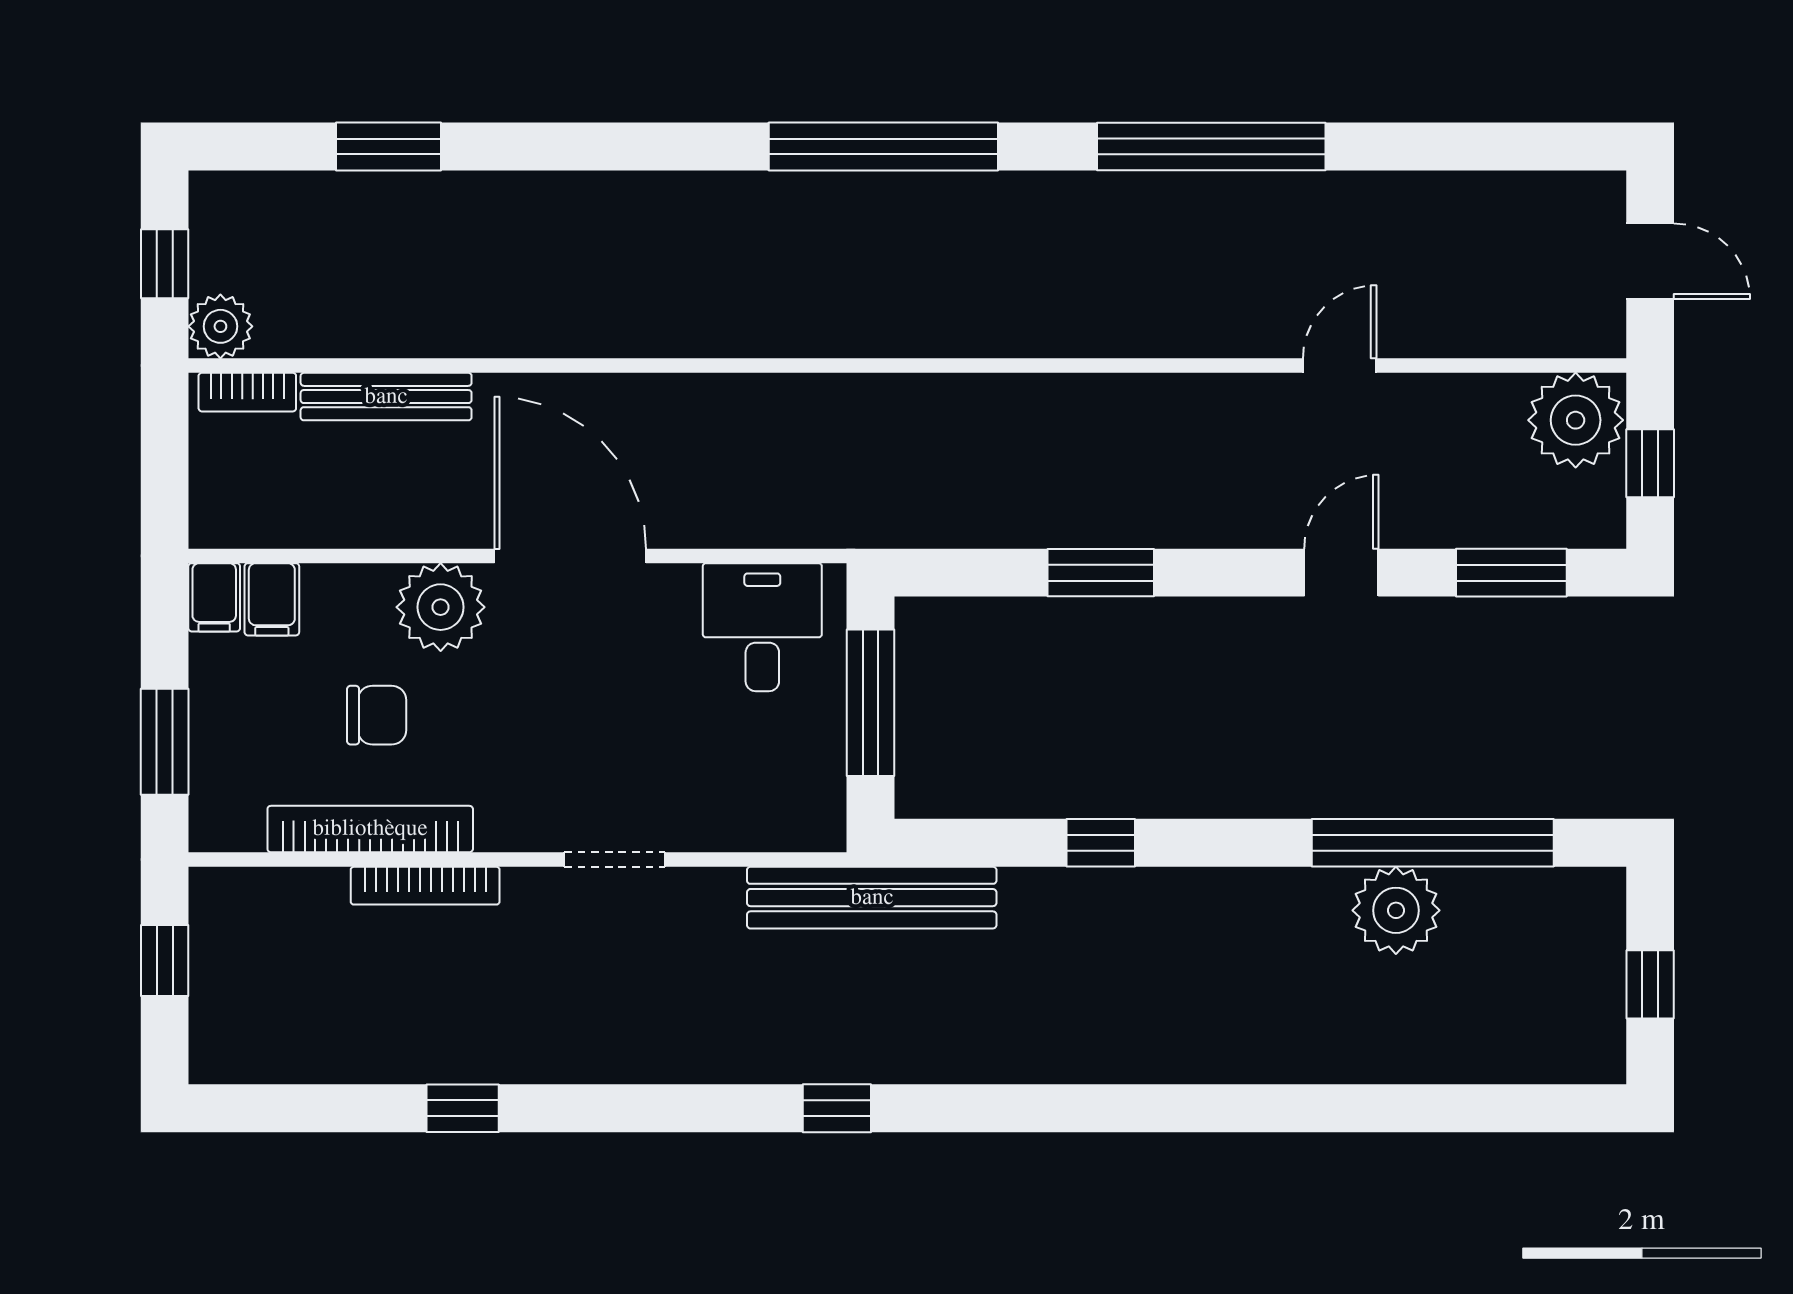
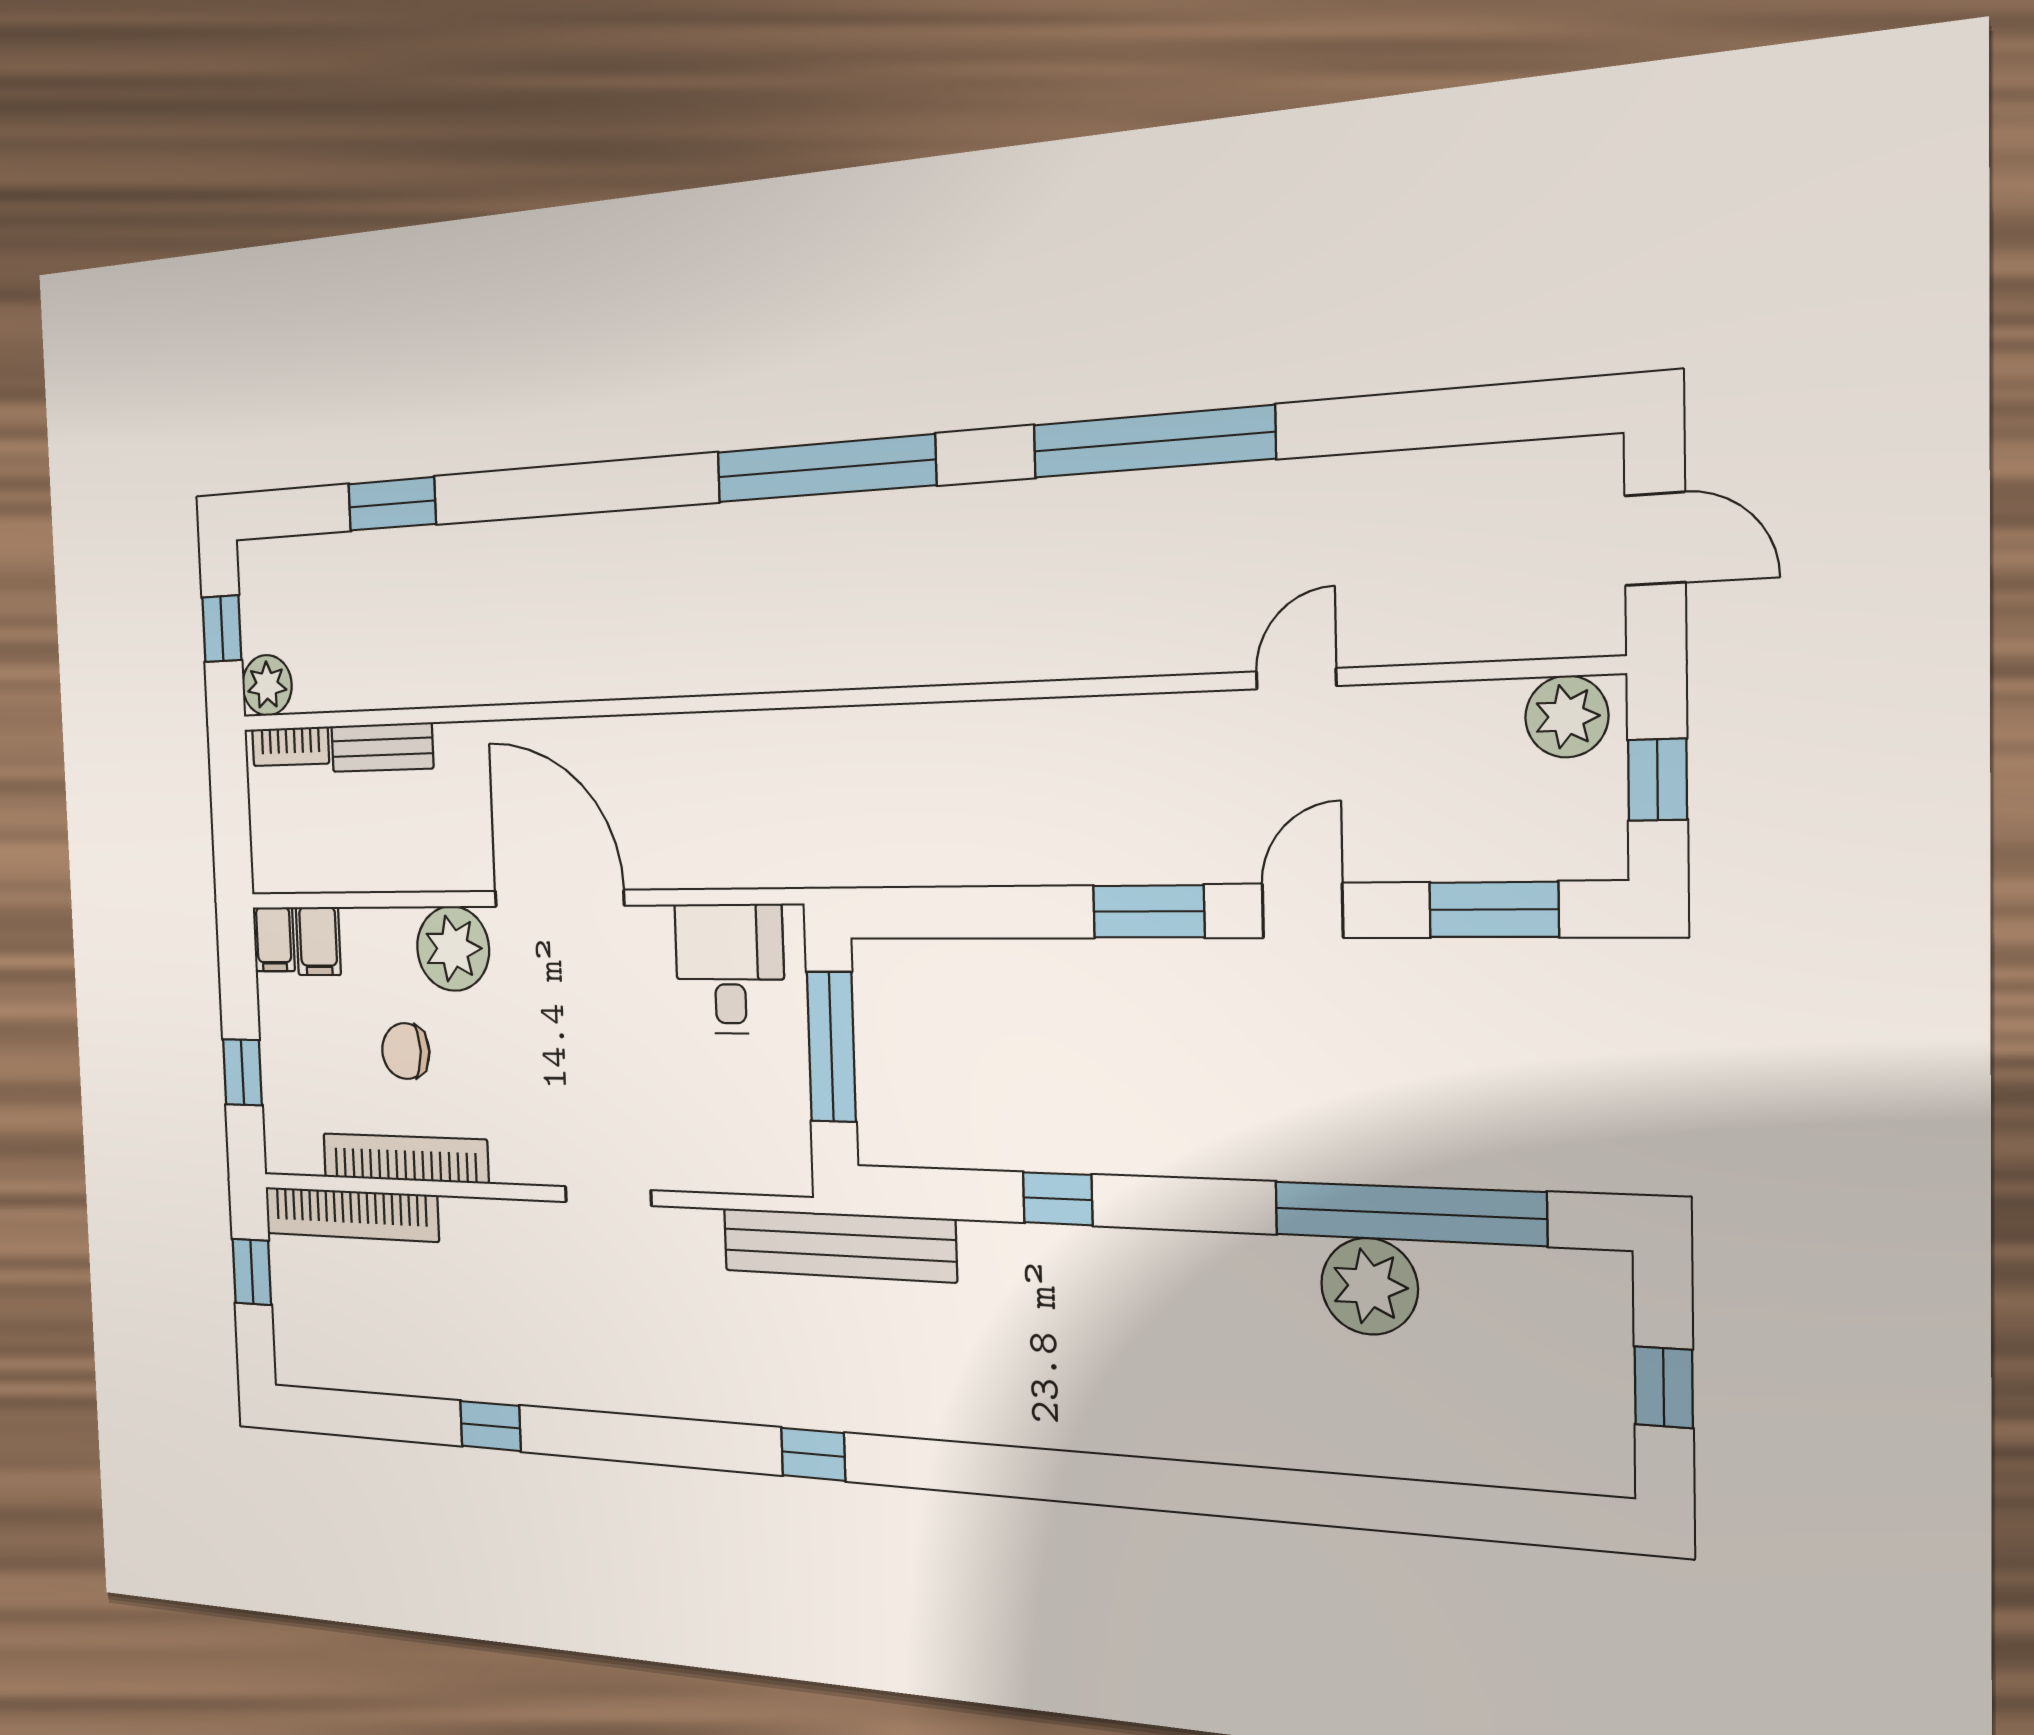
bench: (386, 397) -> (382, 747), width x0.73
plant: (1576, 420) -> (1567, 717), width x0.73, depth x0.73
window: (1101, 573) -> (1149, 911), moved
chair: (377, 715) -> (406, 1051), turned 180
window: (165, 742) -> (242, 1072), width x0.67
bookcase: (425, 886) -> (351, 1214), moved, width x1.48, depth x1.31

